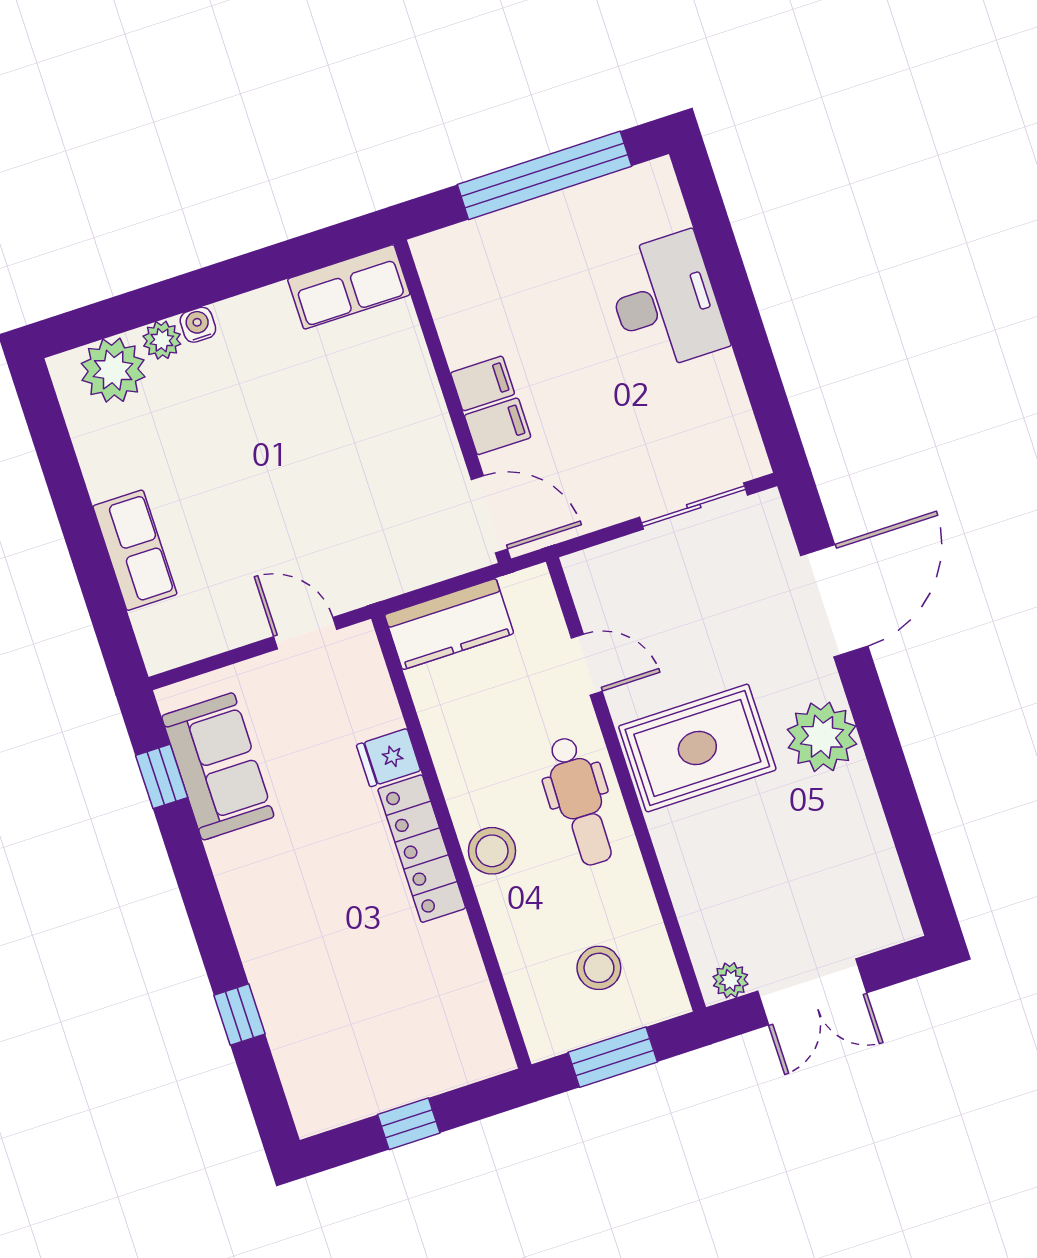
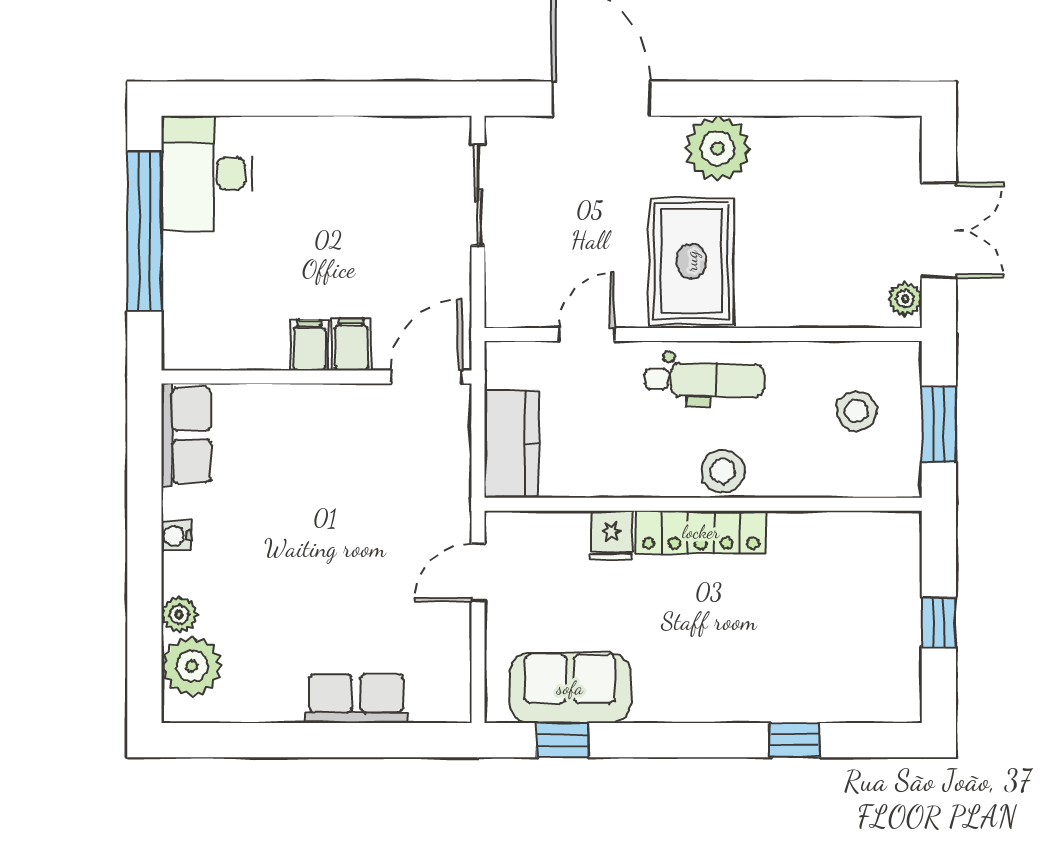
desk: (666, 302) -> (207, 173), moved, turned -90
water cooler: (198, 325) -> (176, 536), moved

